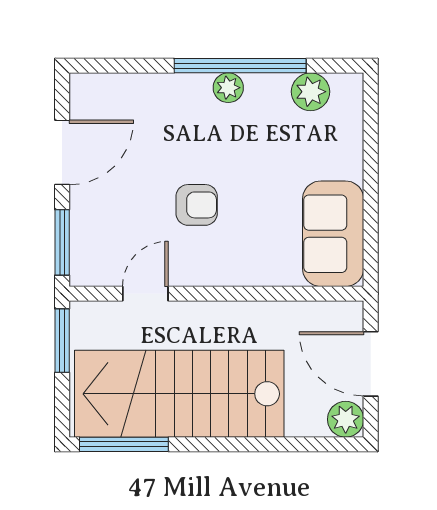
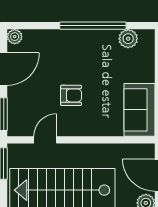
plant: (228, 88) -> (15, 37), moved

